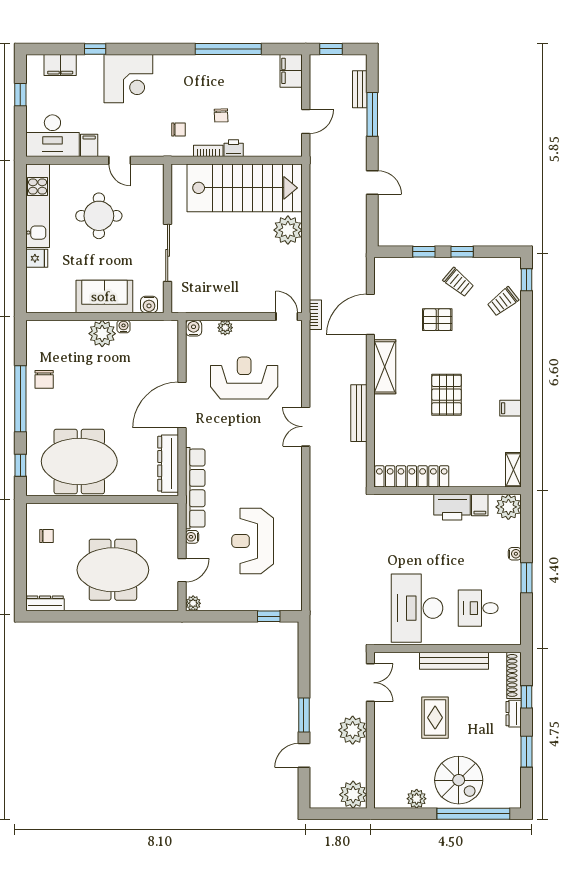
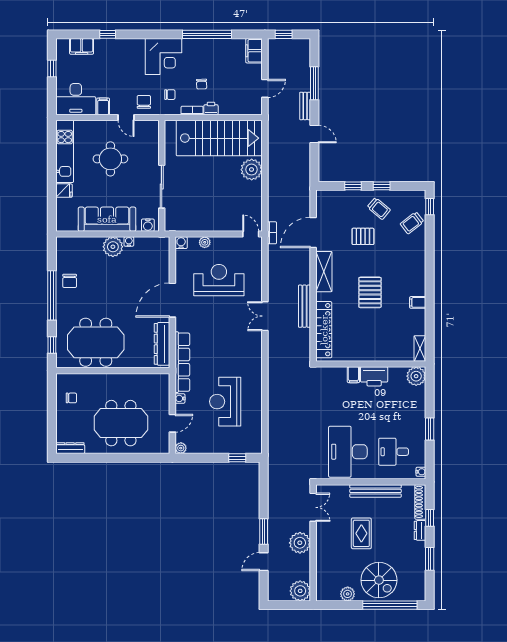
corner desk: (128, 79) -> (164, 57), moved
bench: (360, 89) -> (305, 106), moved
chair: (144, 139) -> (144, 102), added
sofa: (104, 297) -> (107, 219), width x1.36
locker: (412, 476) -> (324, 330), moved, turned 90
filing cabinet: (480, 505) -> (353, 375), moved
water cooler: (515, 554) -> (421, 472), moved

